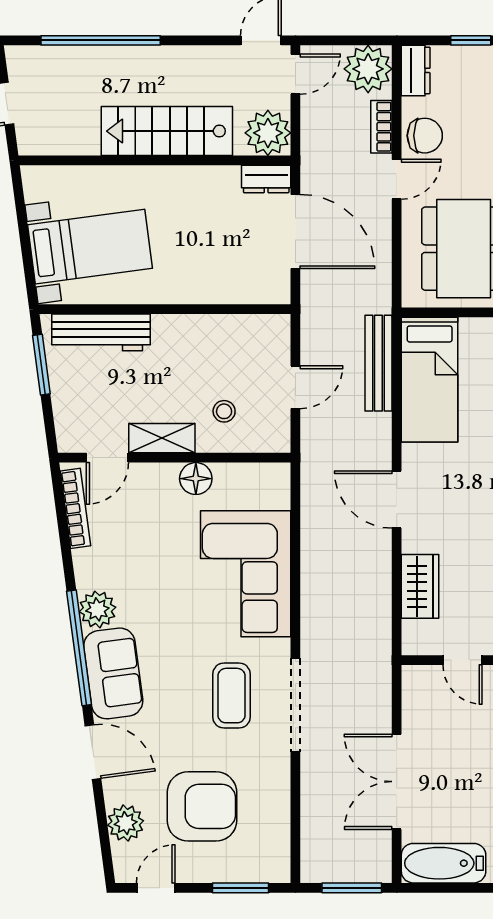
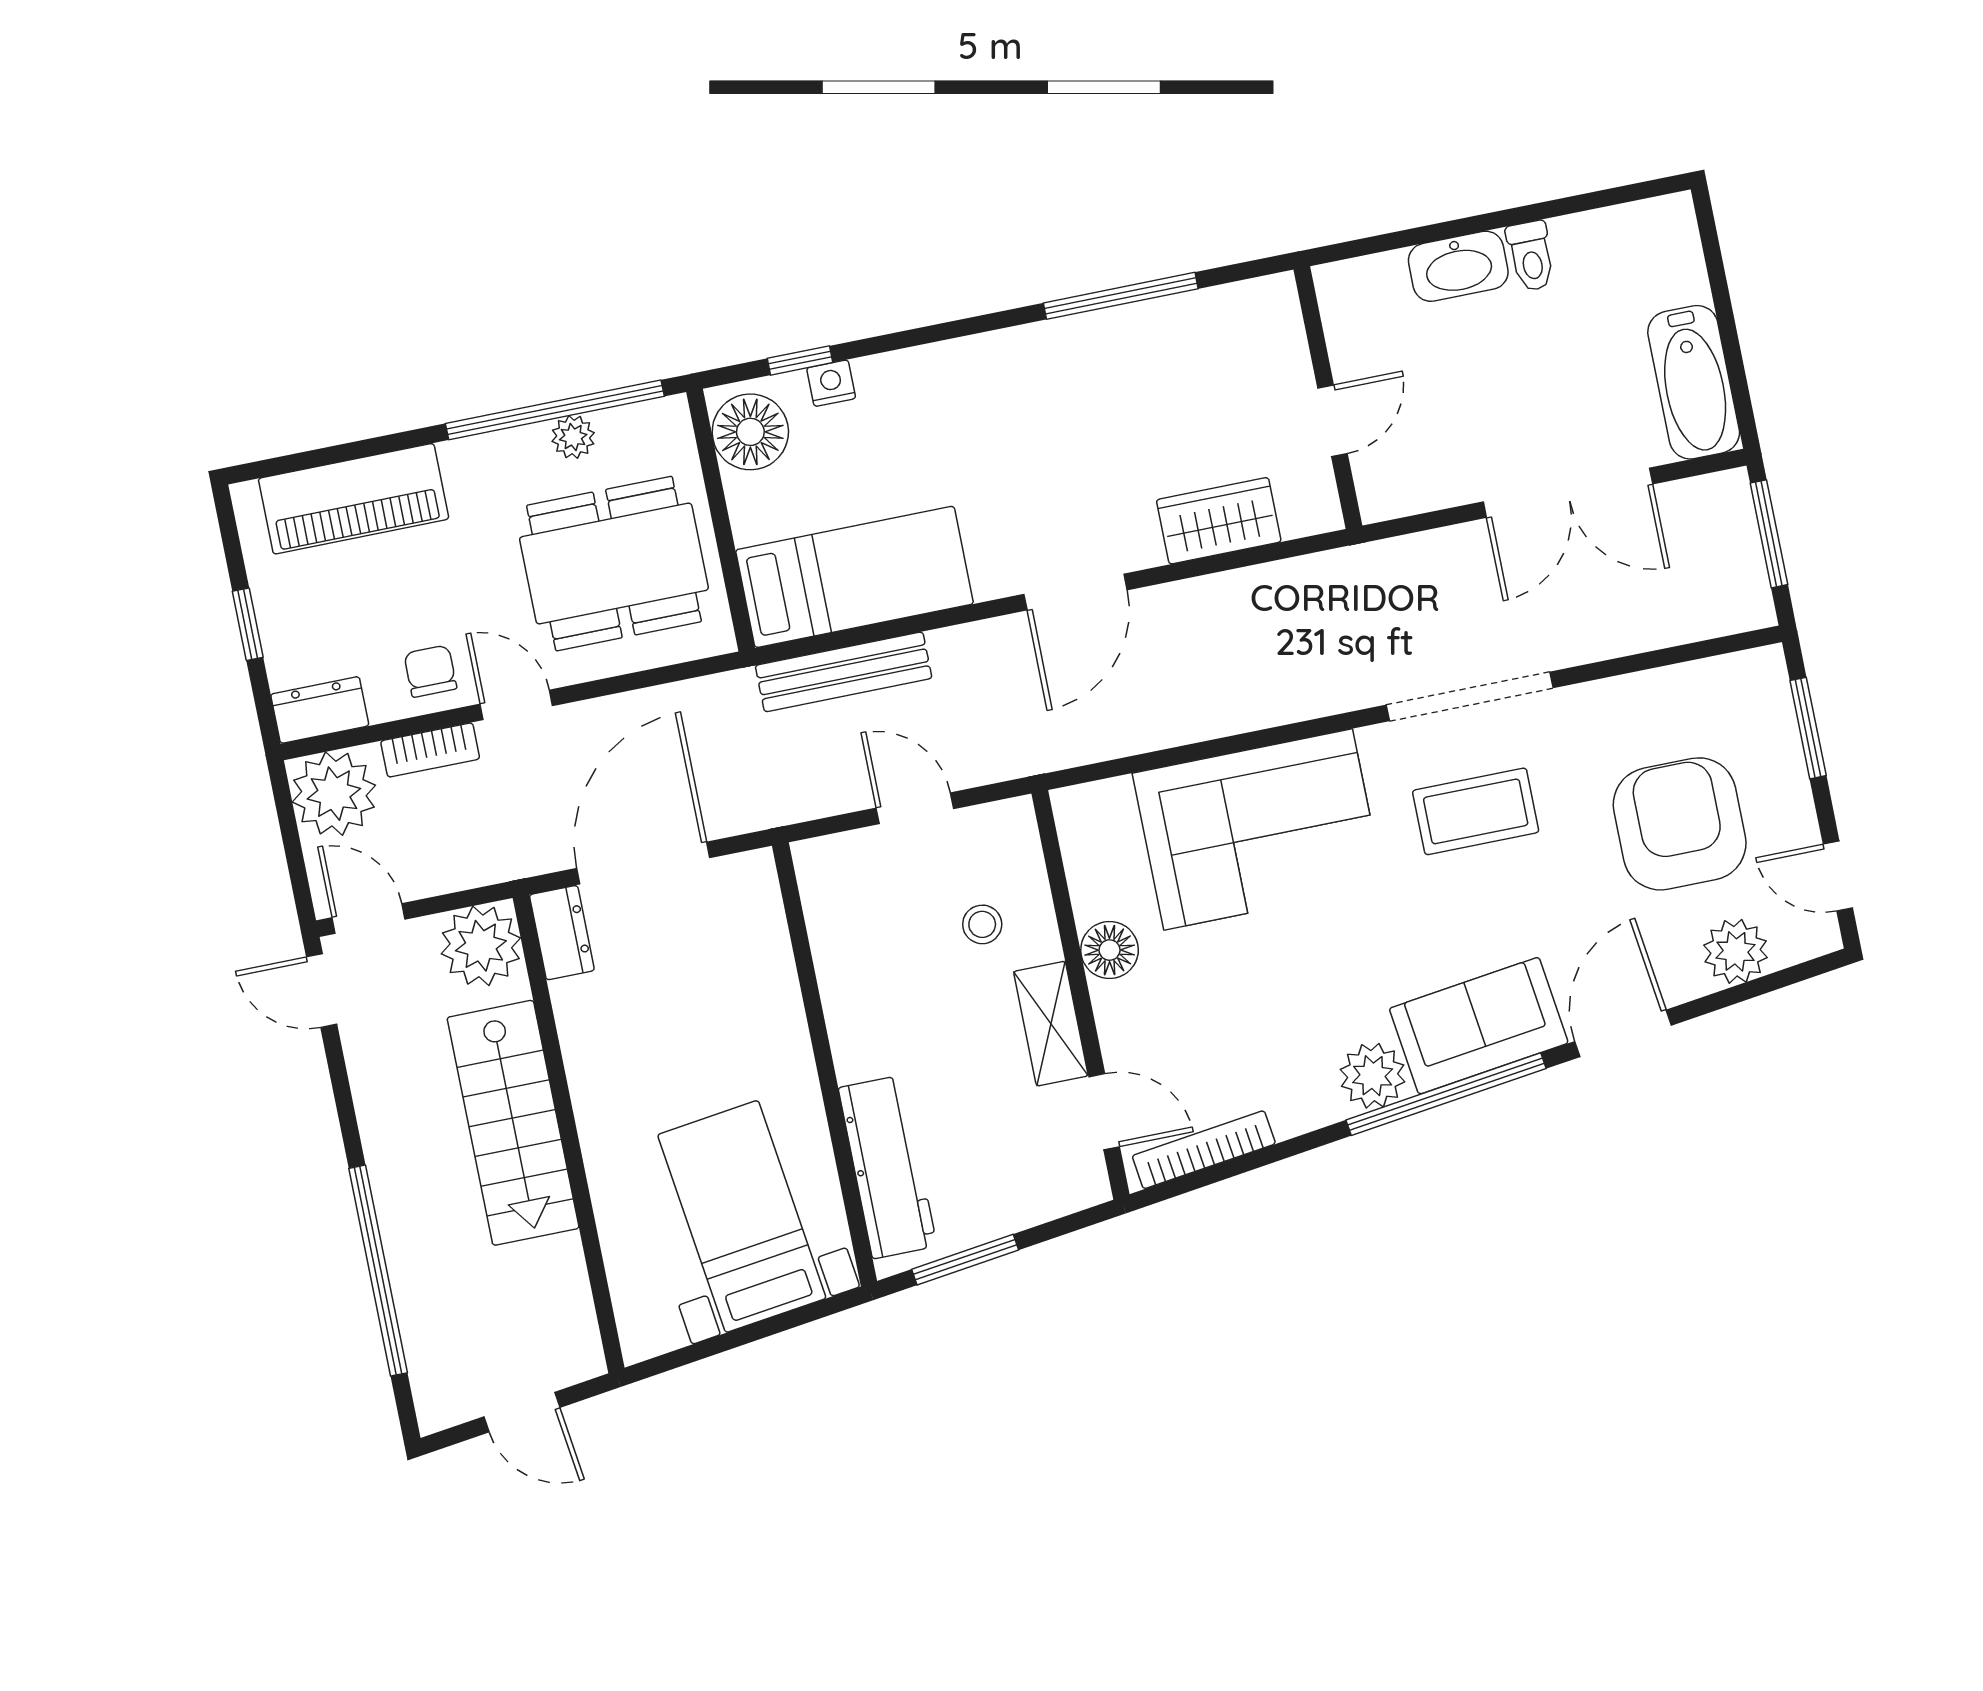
chair: (425, 136) -> (430, 671), width x0.73, depth x0.73

